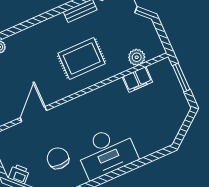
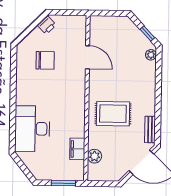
rug: (82, 58) -> (113, 114), turned 90
desk: (107, 152) -> (32, 129), moved

